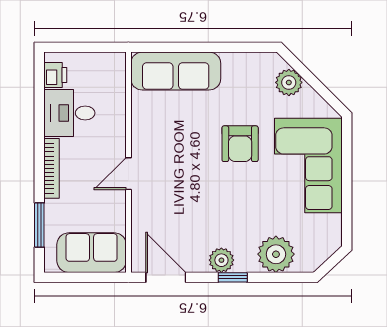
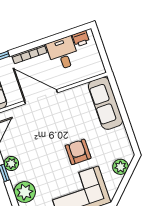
armchair: (240, 144) -> (78, 152), turned 90
door: (128, 174) -> (41, 97), width x1.88

